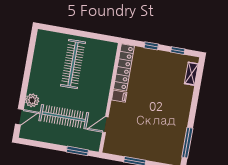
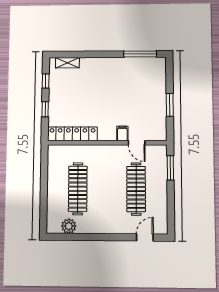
clothes rail: (73, 64) -> (78, 189), turned 90
filing cabinet: (119, 96) -> (122, 133), moved
plant: (32, 100) -> (69, 226), moved
door: (19, 117) -> (145, 238), hinge flipped

